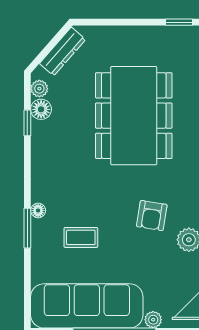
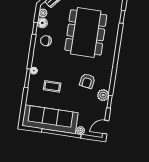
chair: (54, 145) -> (46, 41), added

